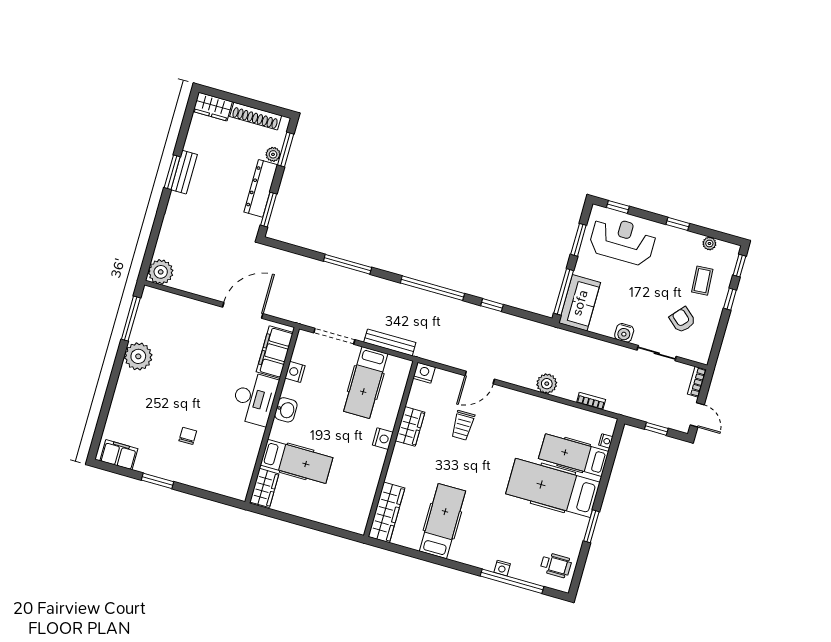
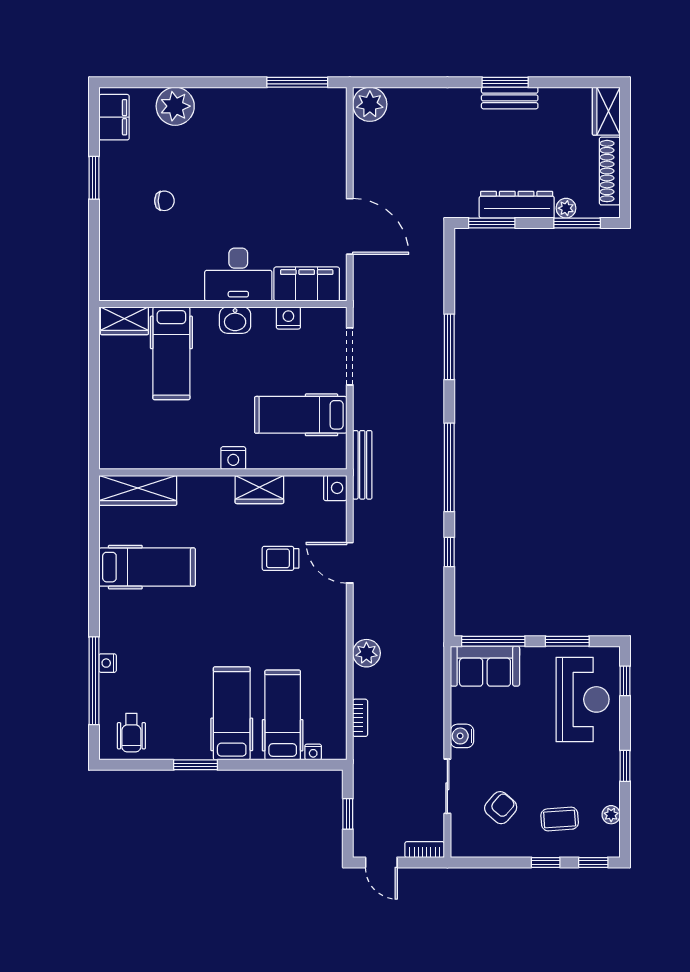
bench: (390, 342) -> (362, 465), moved
plant: (138, 356) -> (175, 106), moved
door: (697, 415) -> (381, 862), hinge flipped
hospital bed: (553, 488) -> (232, 713), width x0.73, depth x0.78

